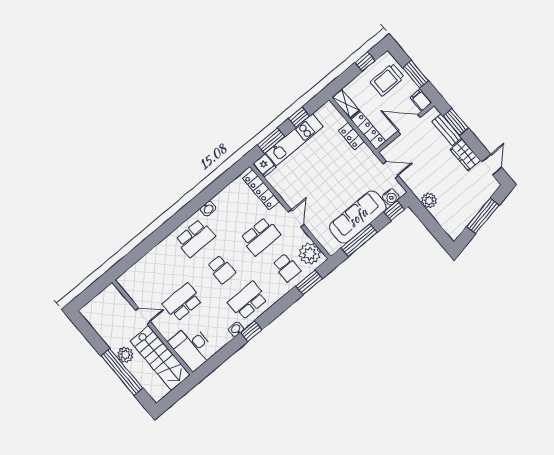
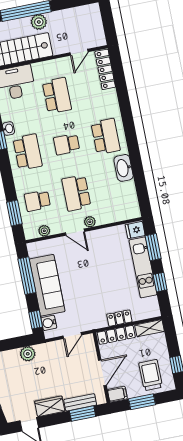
locker: (261, 190) -> (105, 69), moved, turned -90
washbasin: (208, 209) -> (124, 168), width x1.91, depth x1.45
plant: (280, 210) -> (90, 222), added
school desk: (195, 238) -> (106, 136), turned 180
plant: (310, 254) -> (44, 231), width x0.53, depth x0.53
door: (143, 316) -> (79, 52), moved

